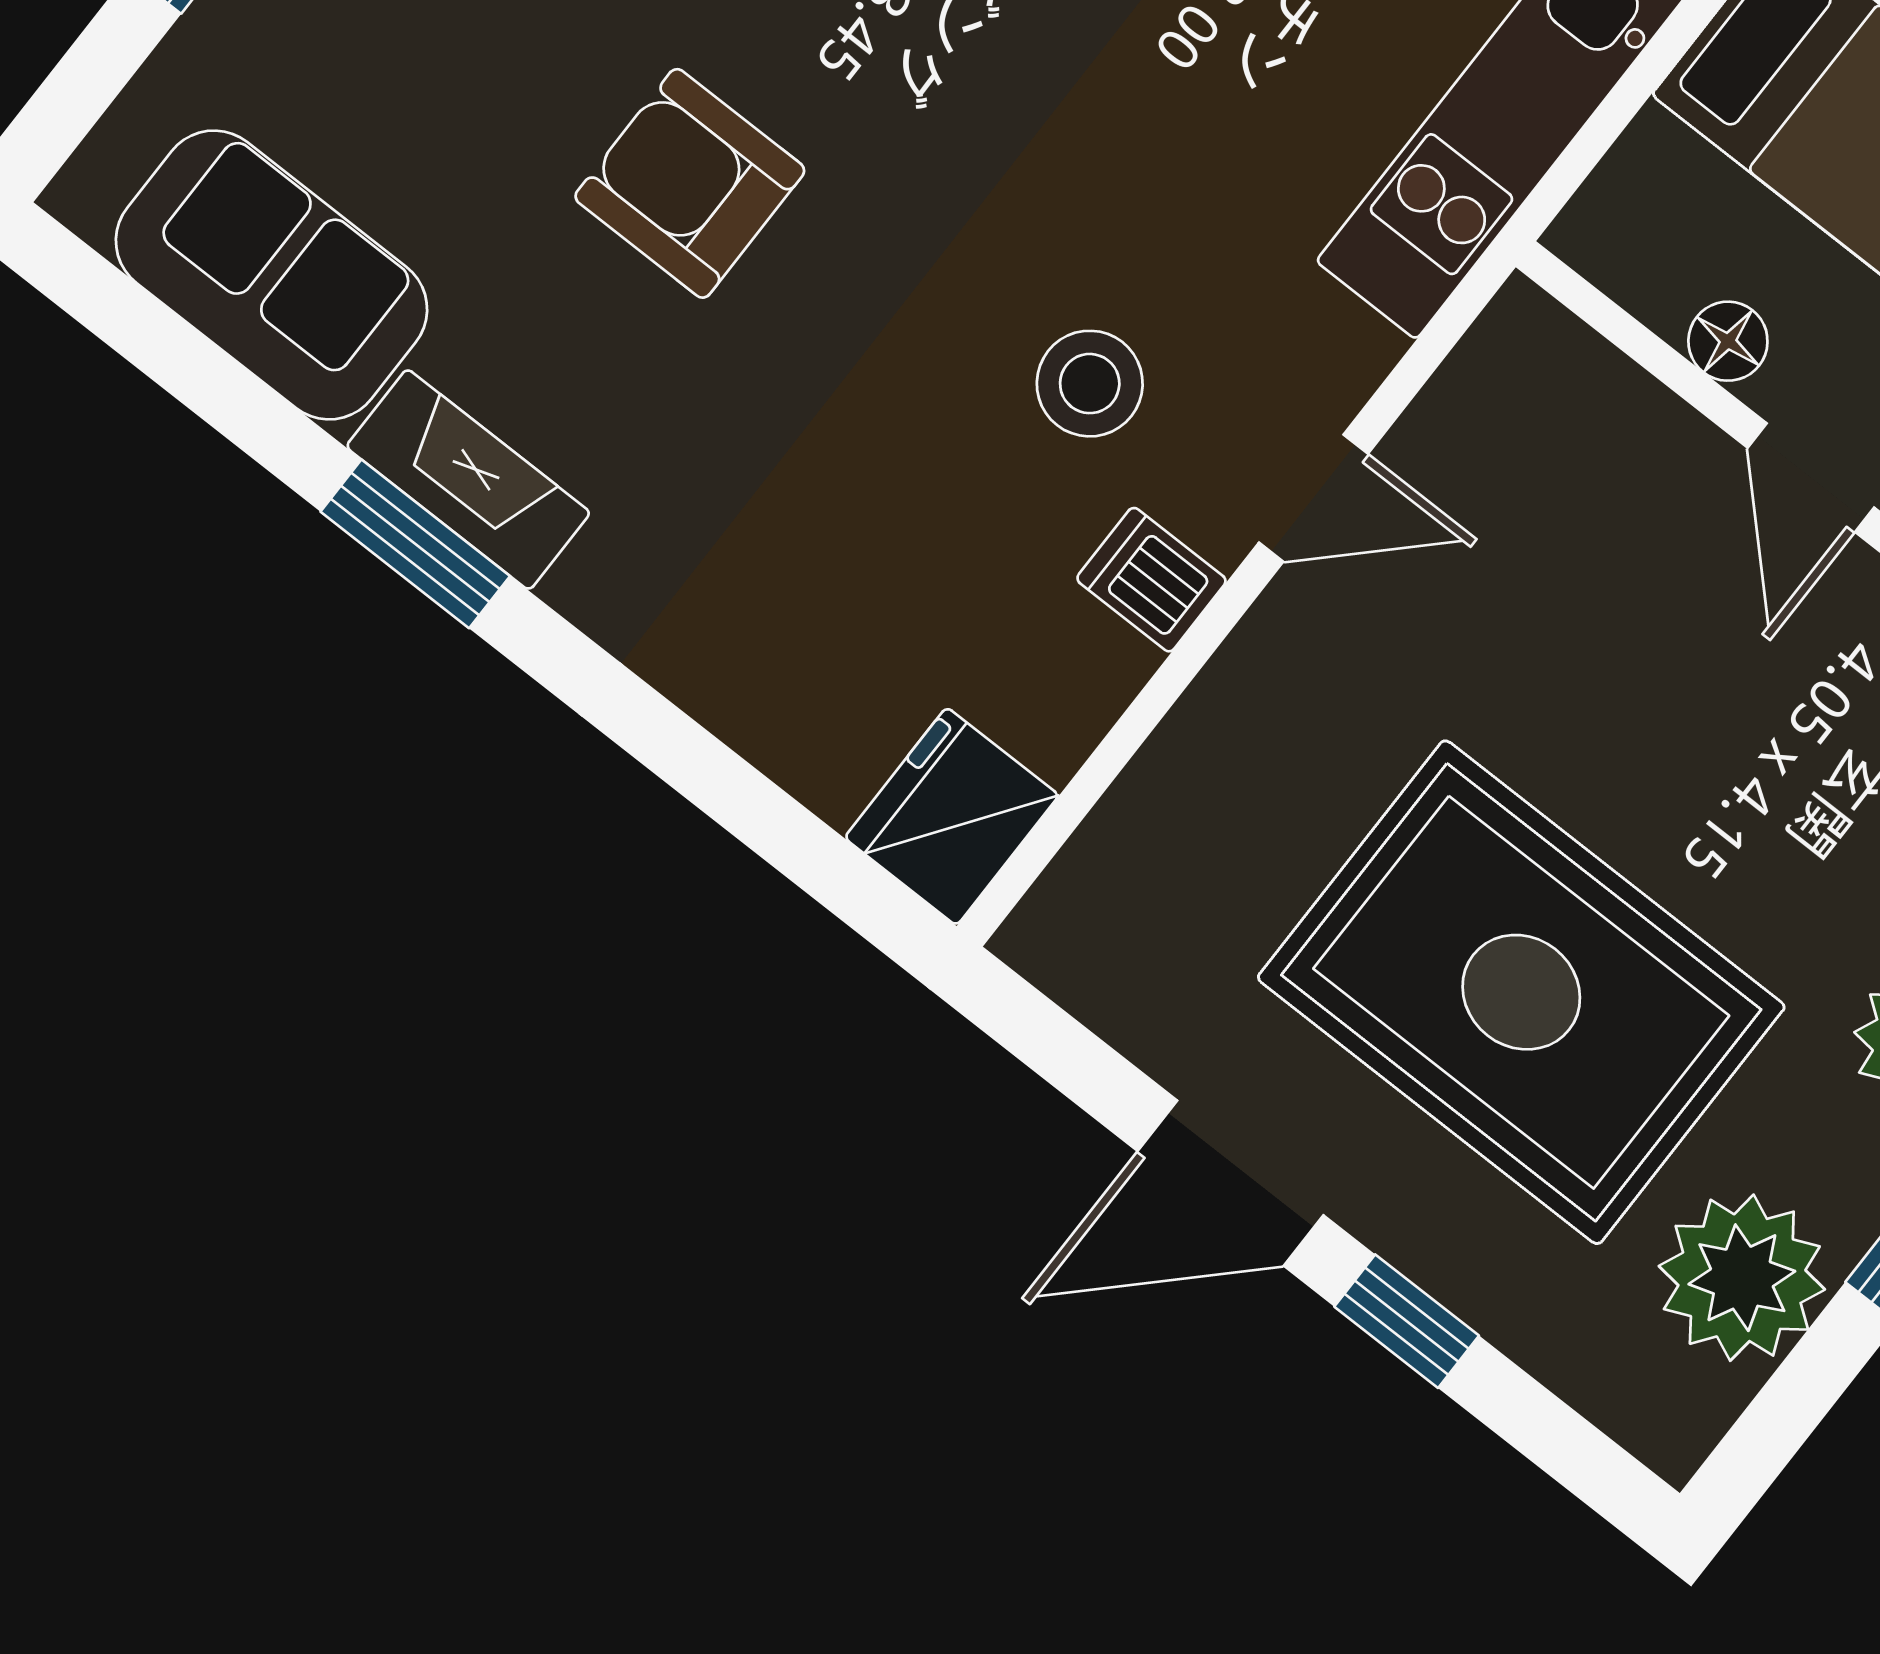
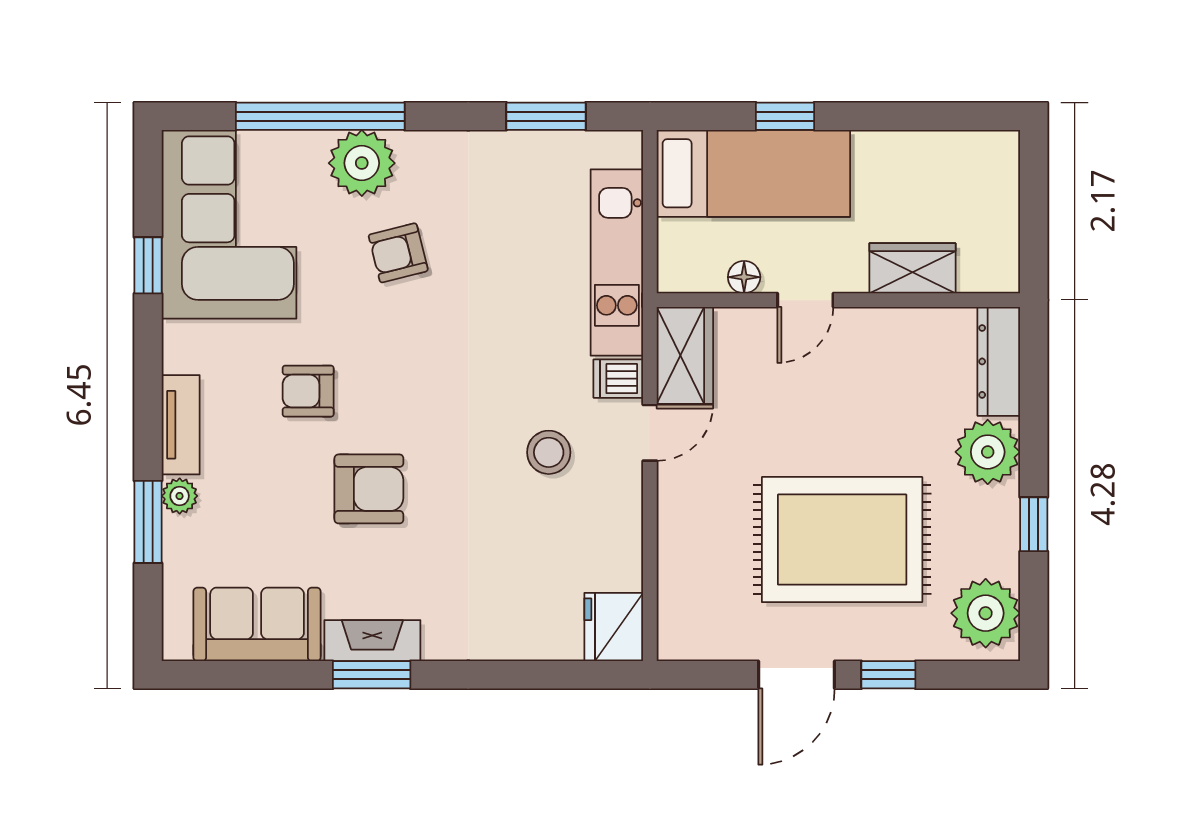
armchair: (690, 183) -> (369, 489), turned 180
wardrobe: (1497, 403) -> (685, 355), added
door: (1811, 478) -> (805, 300), hinge flipped
dishwasher: (1151, 580) -> (618, 379), moved
plant: (1742, 1278) -> (986, 613), moved

